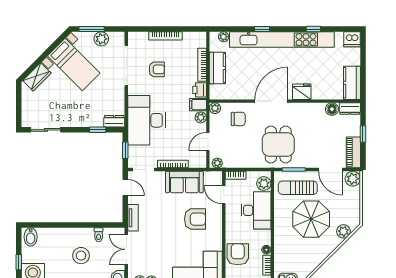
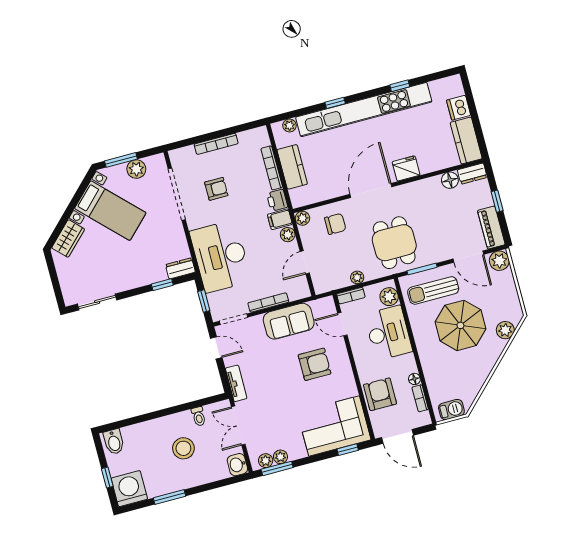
dishwasher: (352, 39) -> (459, 108), moved, turned 90
plant: (217, 163) -> (357, 277), moved

